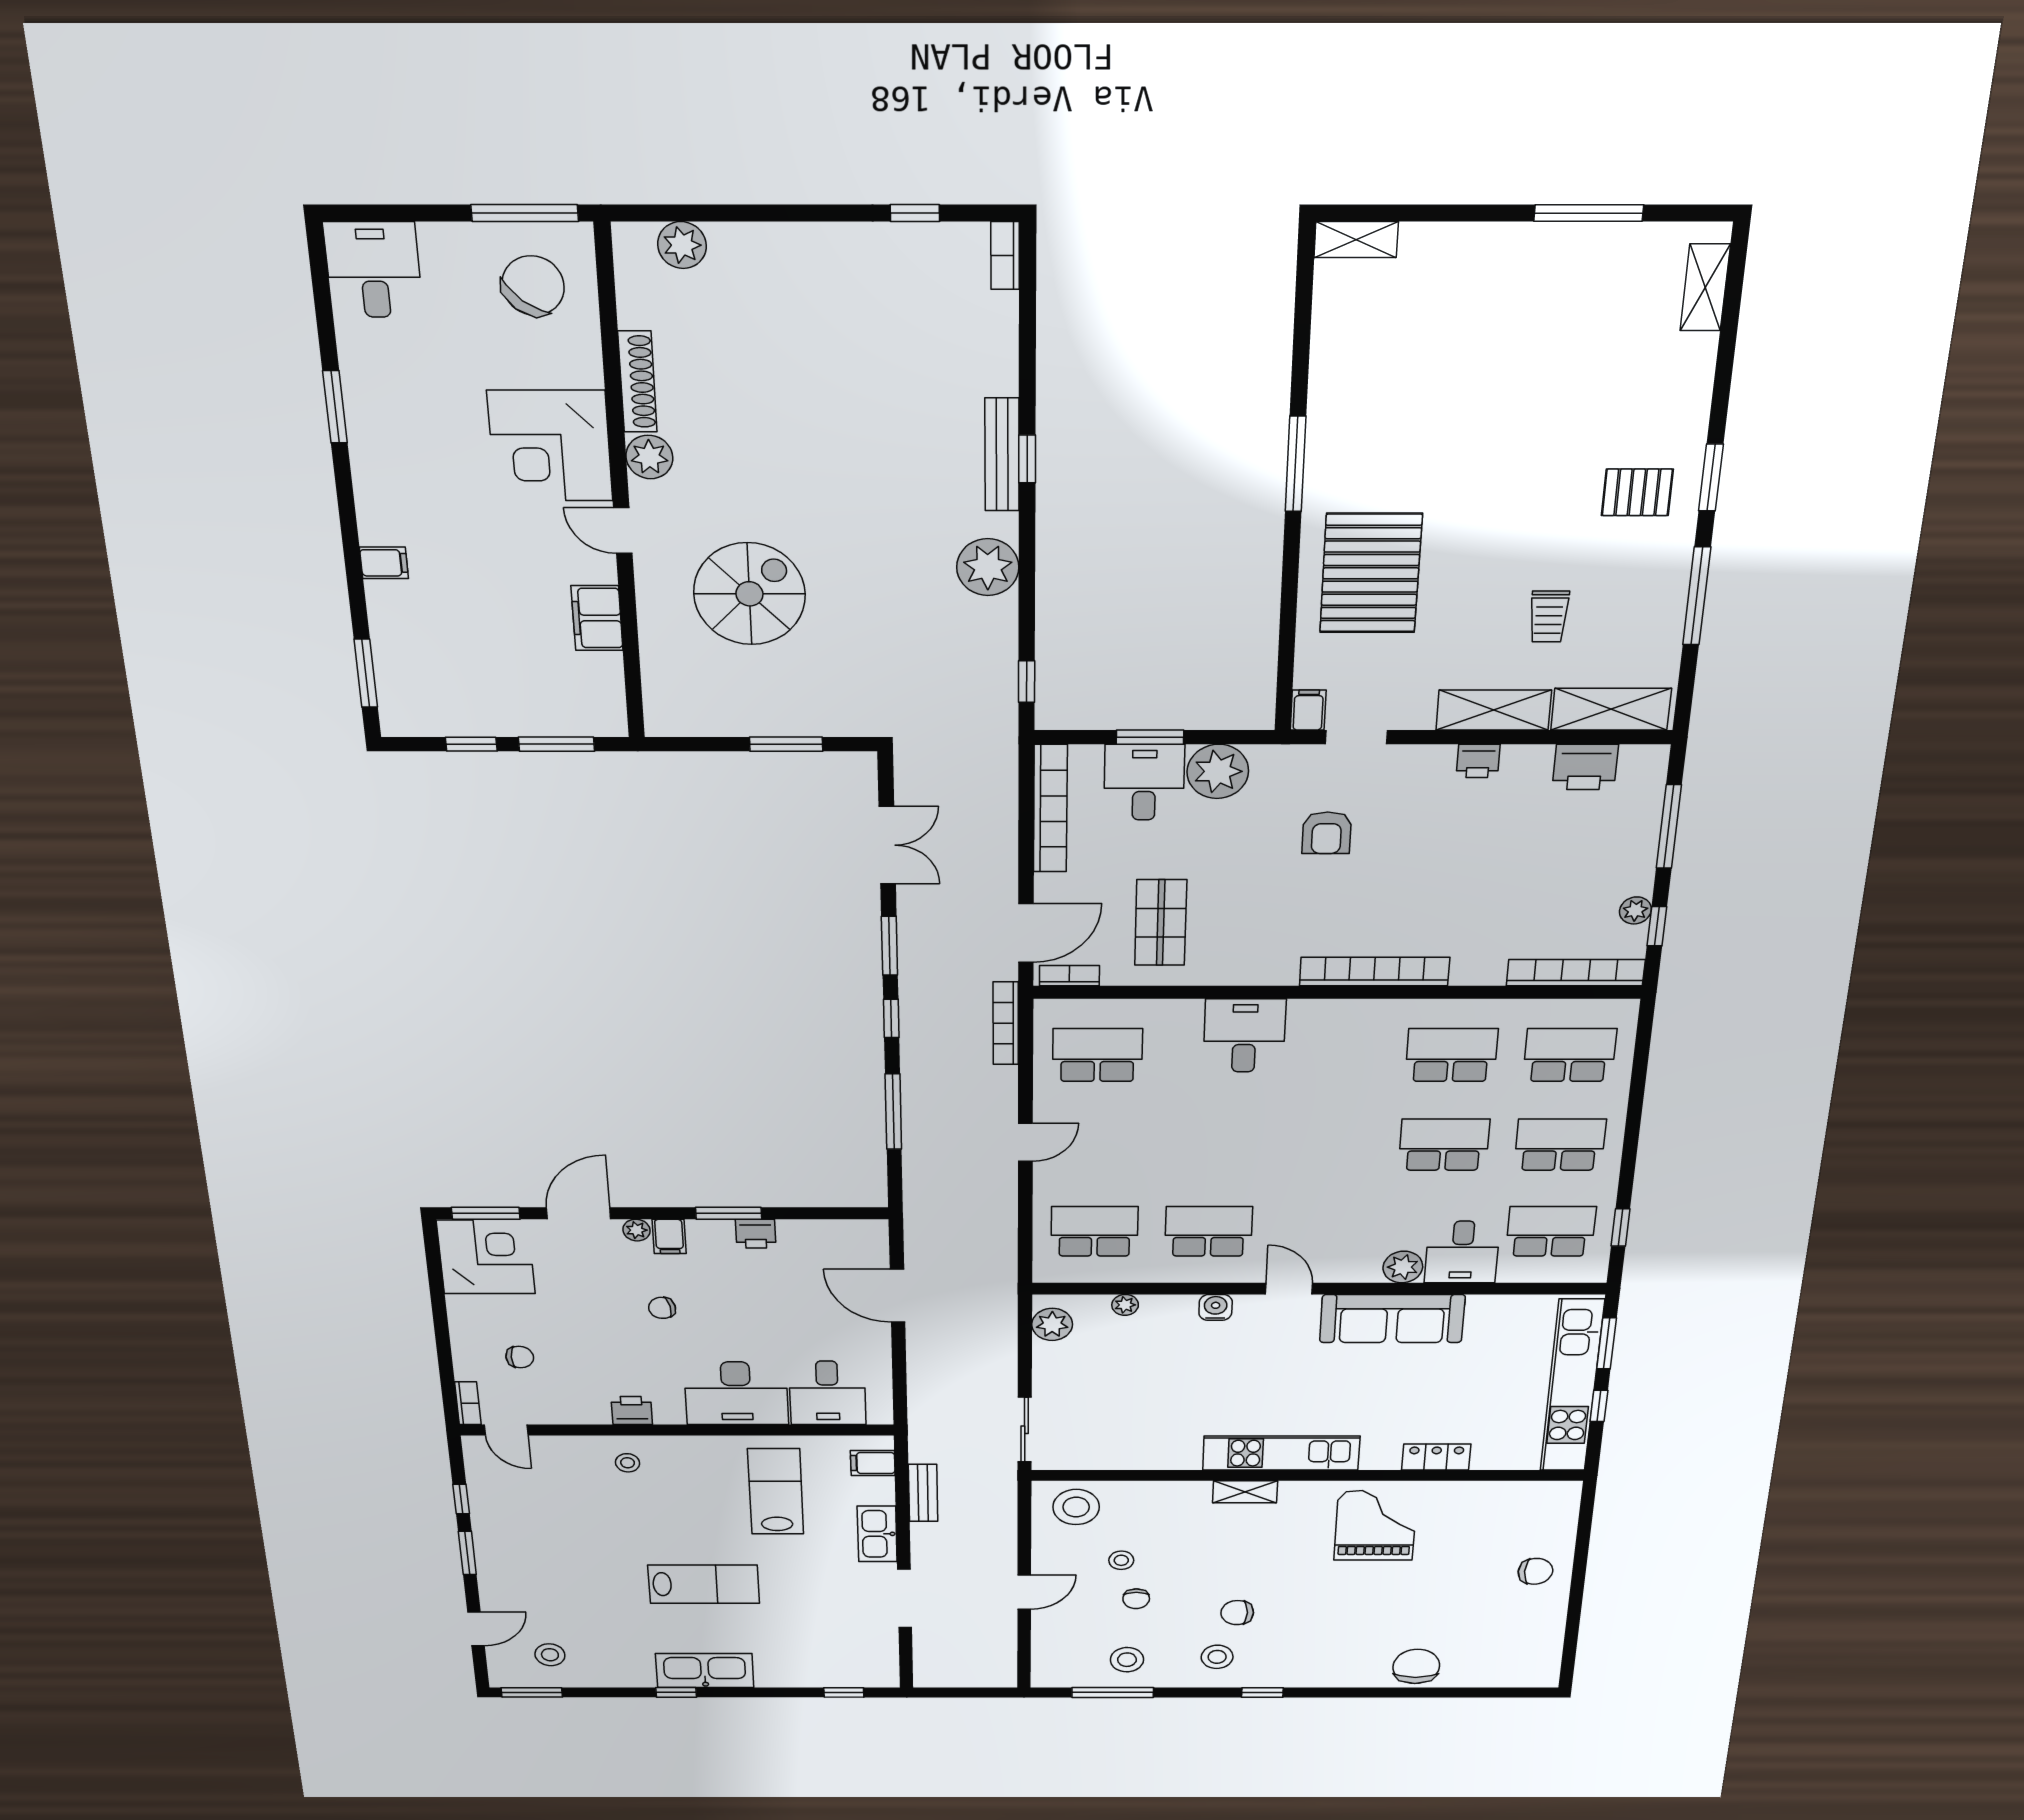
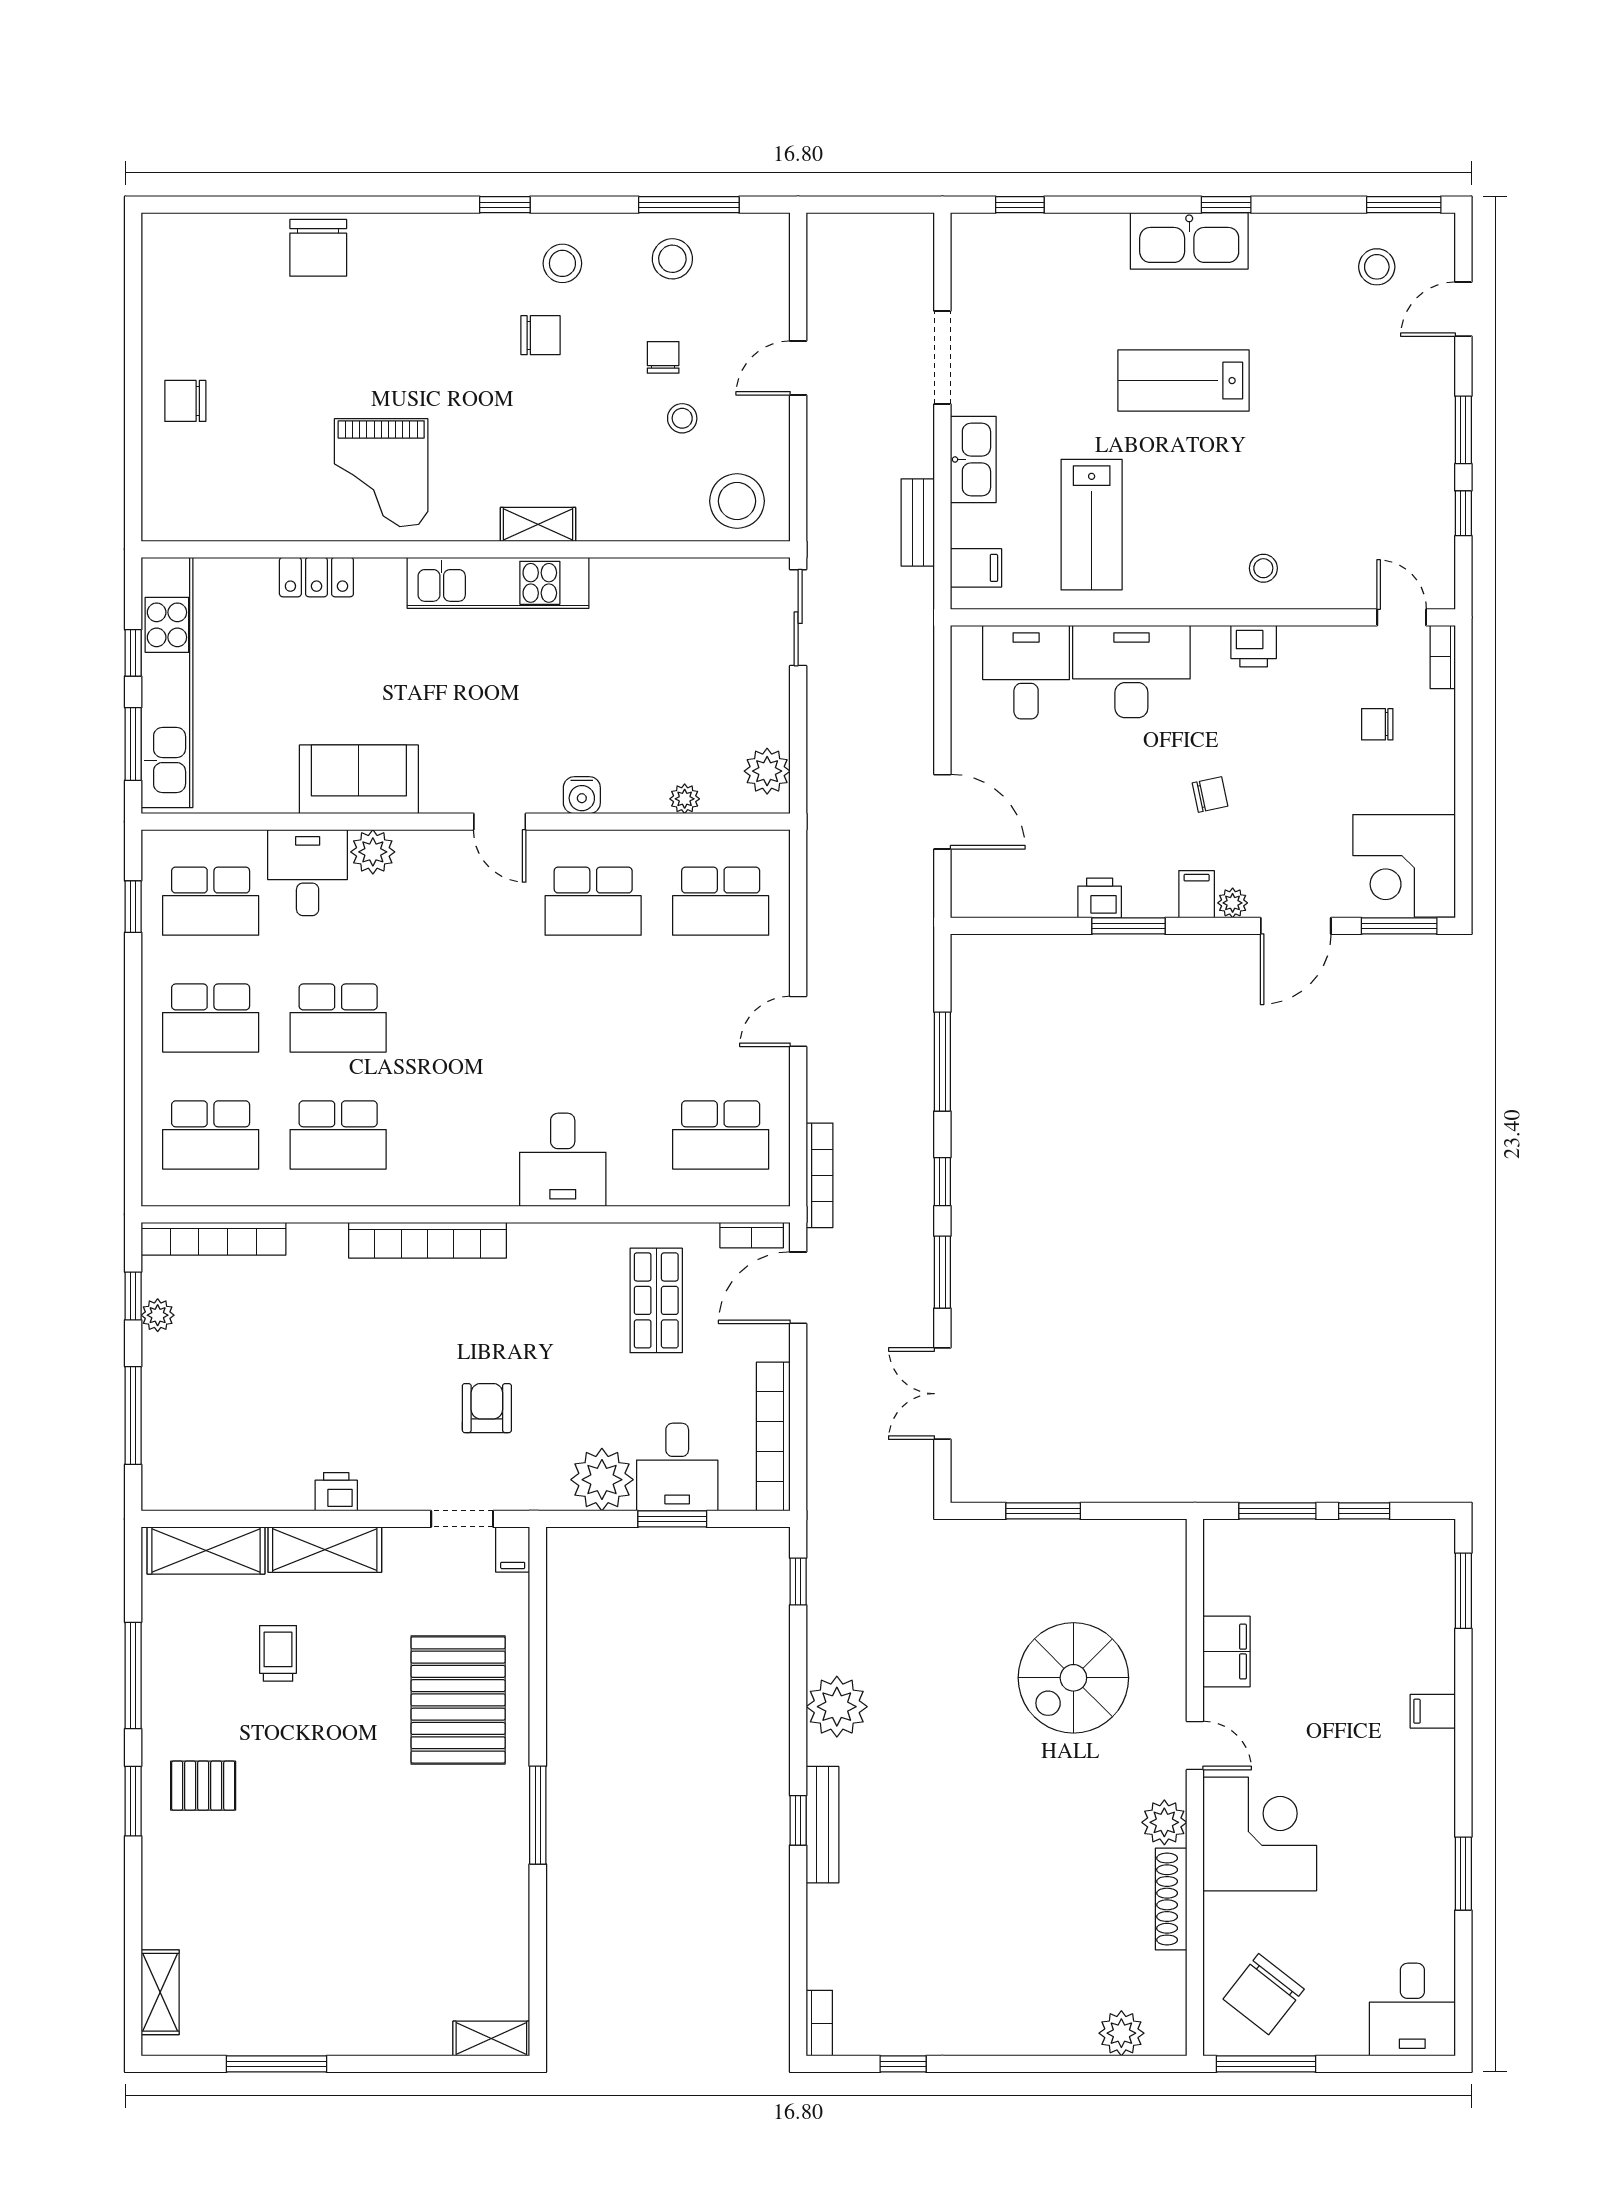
printer: (1585, 767) -> (226, 1485), removed
sofa: (1392, 1319) -> (359, 779), width x0.73

